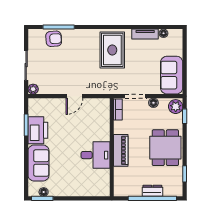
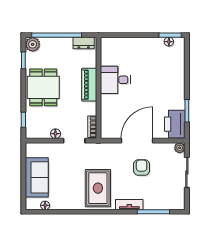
tv unit: (145, 34) -> (129, 205), moved
armchair: (54, 39) -> (142, 167), moved, turned 94
sofa: (172, 75) -> (37, 177), moved
door: (74, 96) -> (137, 141), width x1.88
plant: (176, 107) -> (33, 44), moved
printer: (38, 130) -> (175, 124), moved
sofa: (38, 163) -> (174, 72), removed
dresser: (152, 191) -> (84, 43), moved

